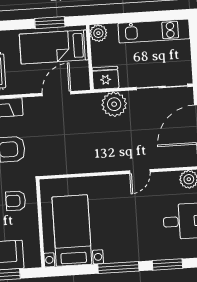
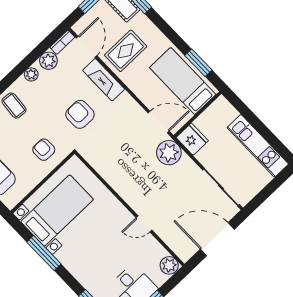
plant: (98, 33) -> (221, 106), removed
door: (56, 94) -> (159, 122), moved
plant: (114, 104) -> (169, 153), moved
window: (118, 268) -> (44, 253), moved

